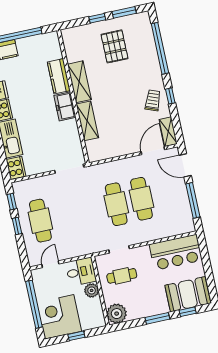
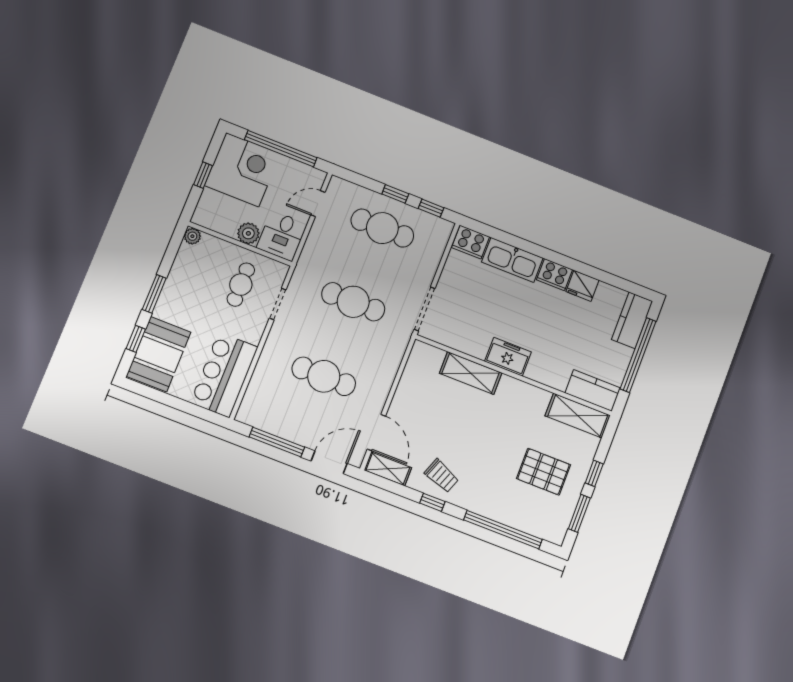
kitchen counter: (59, 76) -> (593, 390), moved
shelving: (79, 82) -> (578, 416), moved
cafe table: (116, 204) -> (353, 302), moved
door: (50, 264) -> (318, 204), swing flipped
plant: (117, 314) -> (192, 236), width x0.53, depth x0.53

